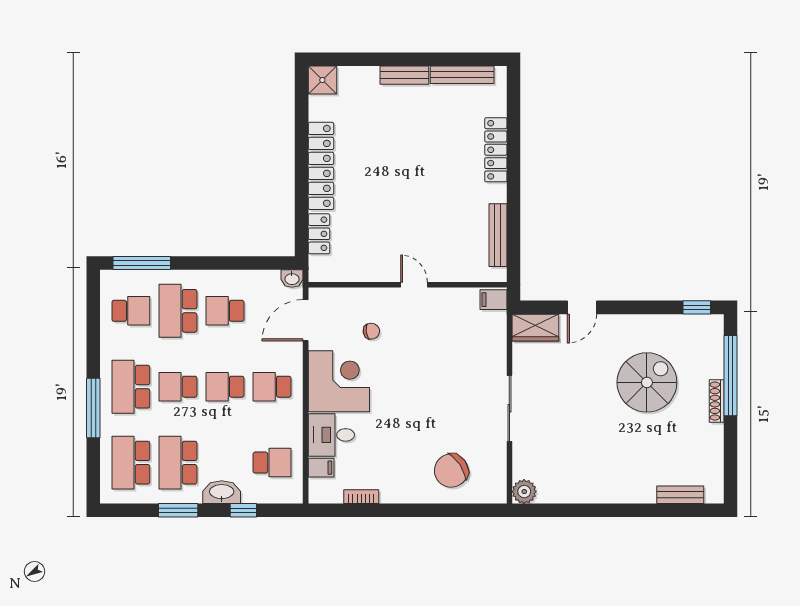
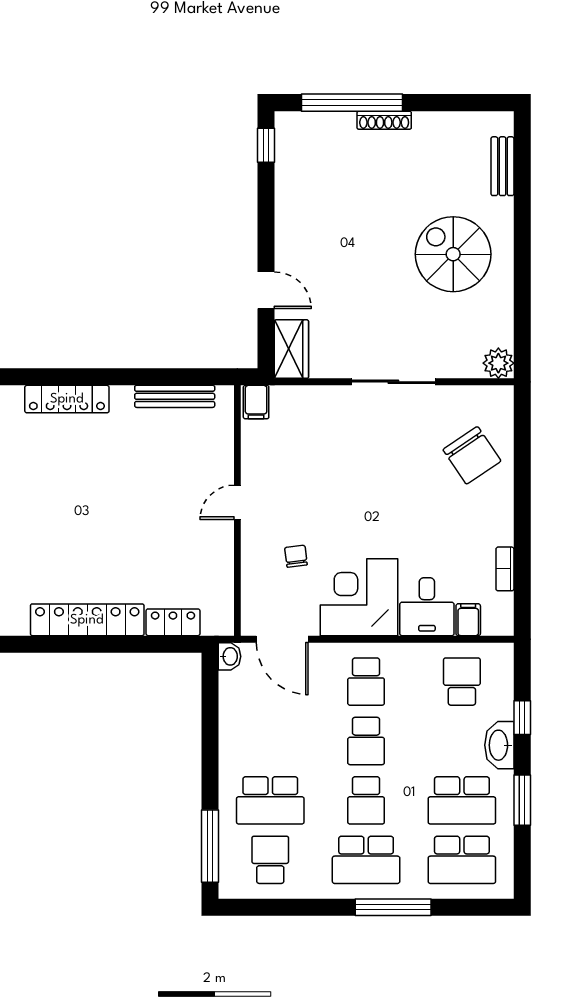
school desk: (225, 311) -> (270, 741), removed
spiral stairs: (647, 382) -> (453, 254), moved

